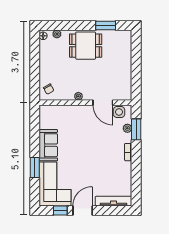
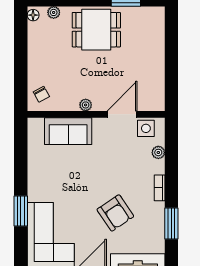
door: (103, 103) -> (122, 114), swing flipped
window: (136, 129) -> (171, 224), moved
sofa: (48, 145) -> (68, 131), moved, turned 90
armchair: (98, 169) -> (115, 213), added

